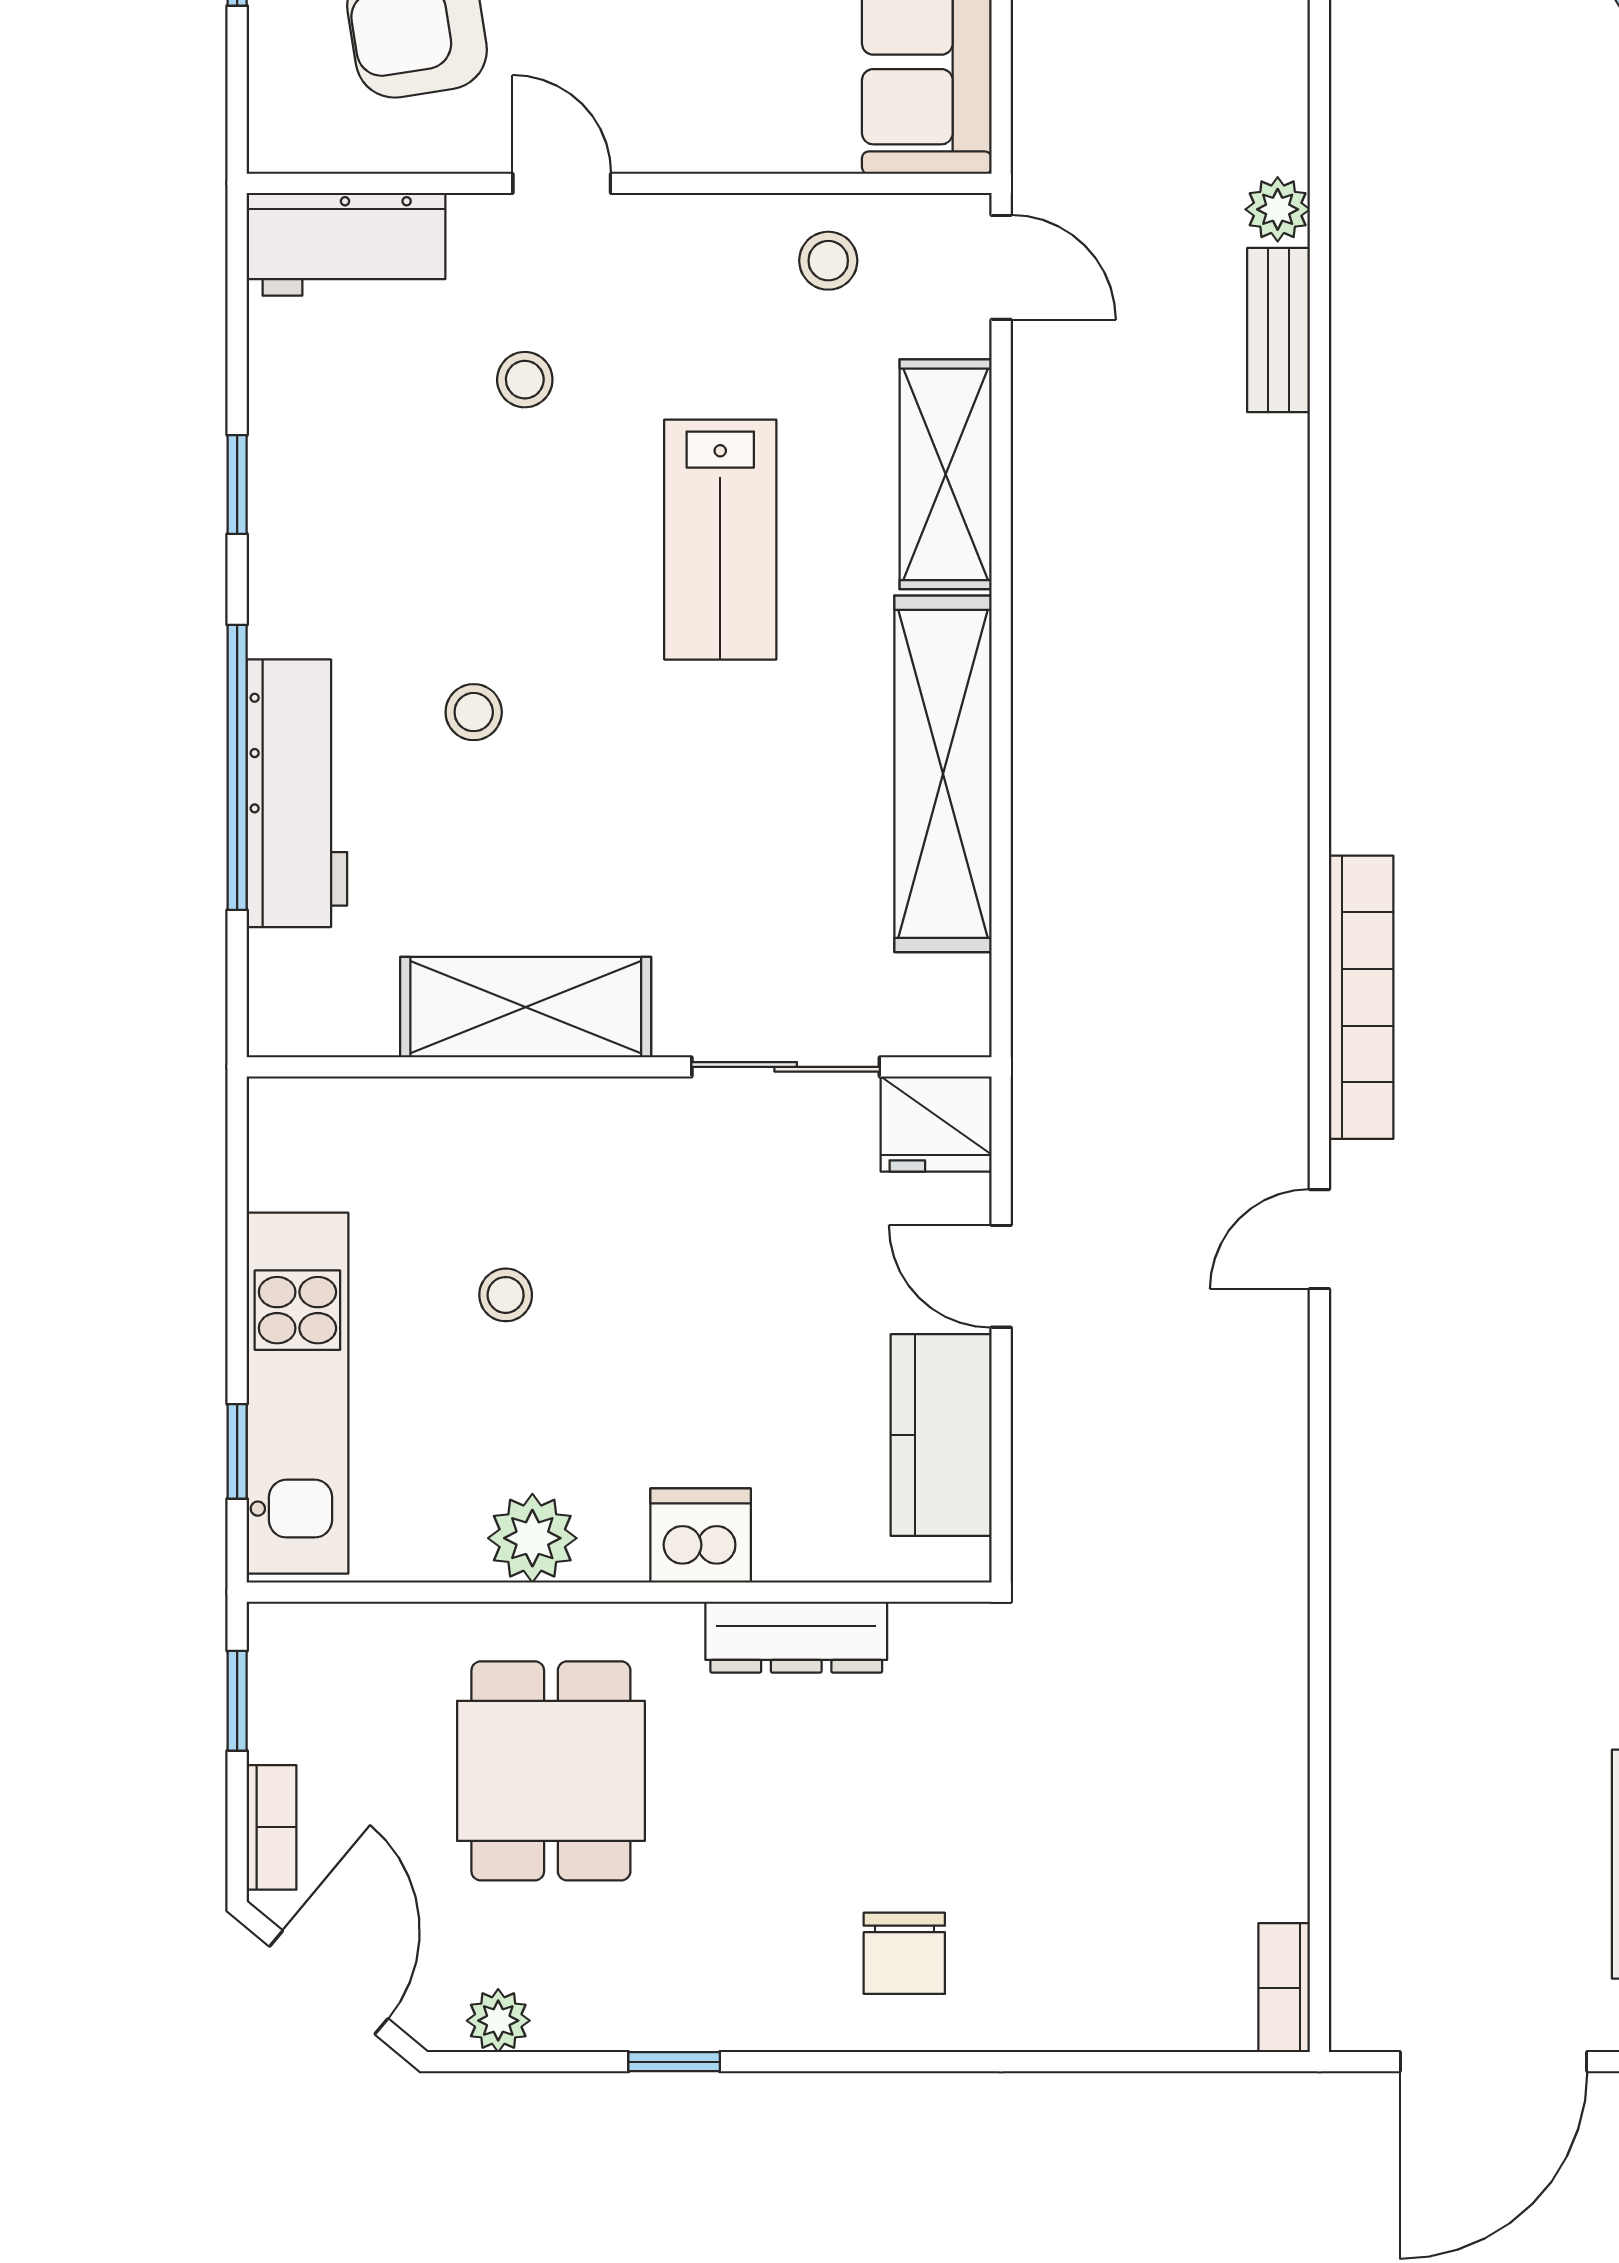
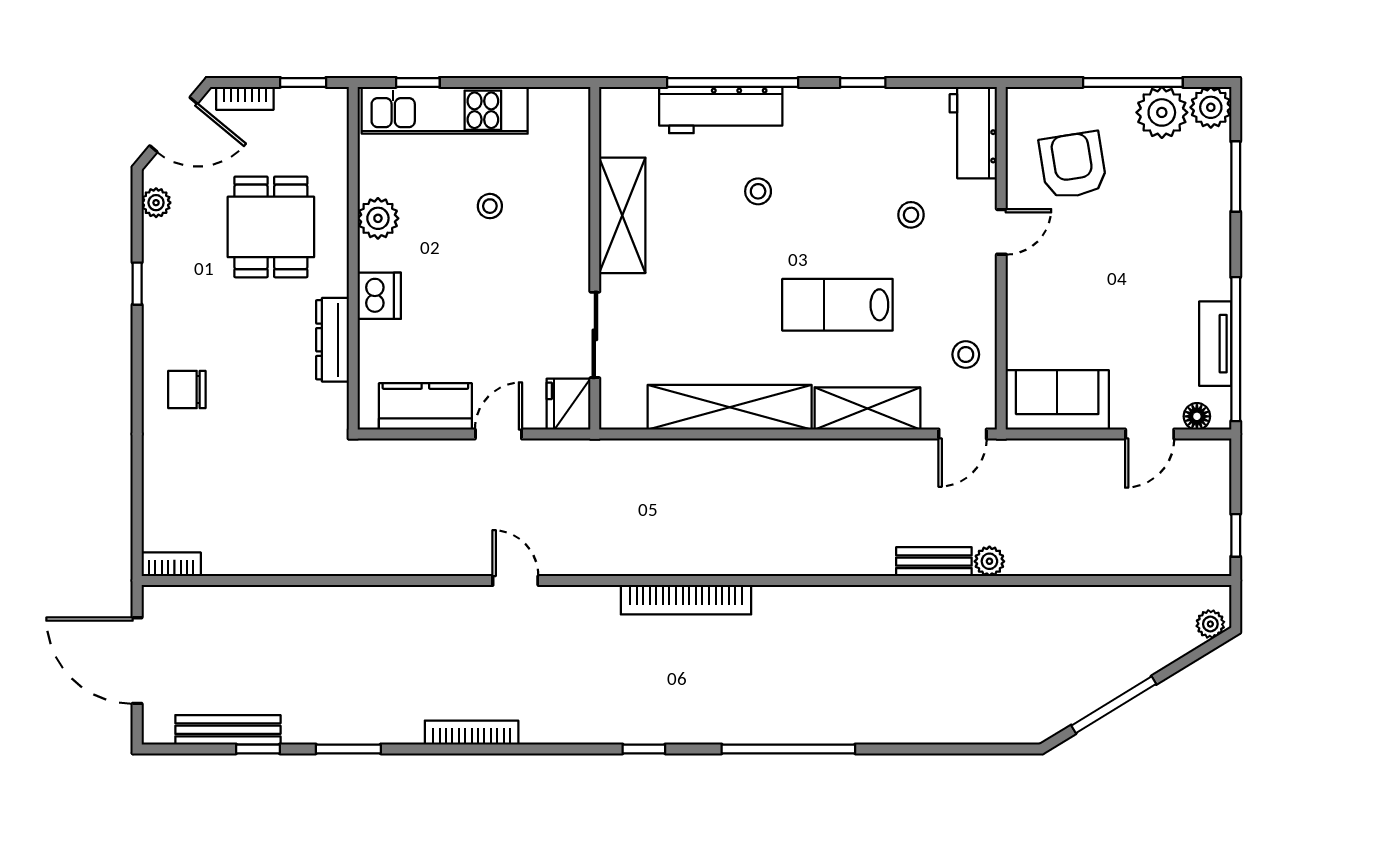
bookcase: (1361, 997) -> (686, 600), moved
dining table: (551, 1771) -> (271, 227), turned 90

